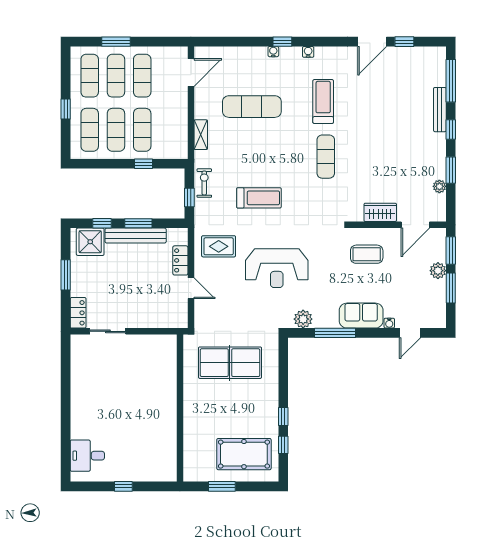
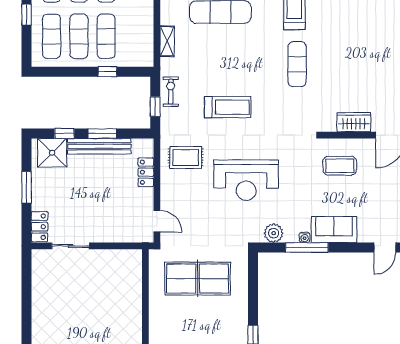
door: (191, 288) -> (157, 221), moved
water cooler: (389, 323) -> (305, 237), moved

